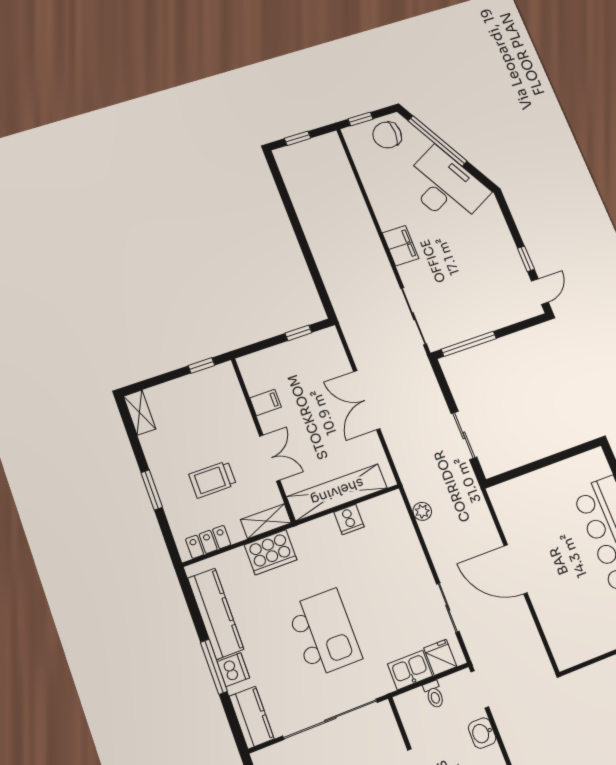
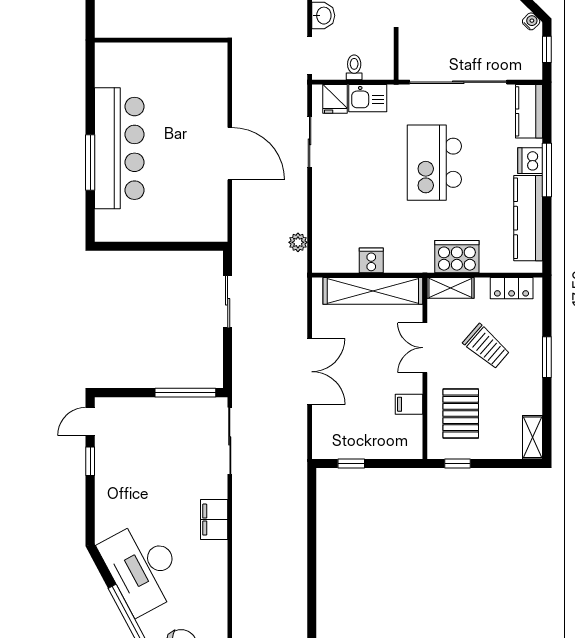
pallet: (215, 411) -> (461, 414), added
trolley: (213, 479) -> (486, 347), turned 41

